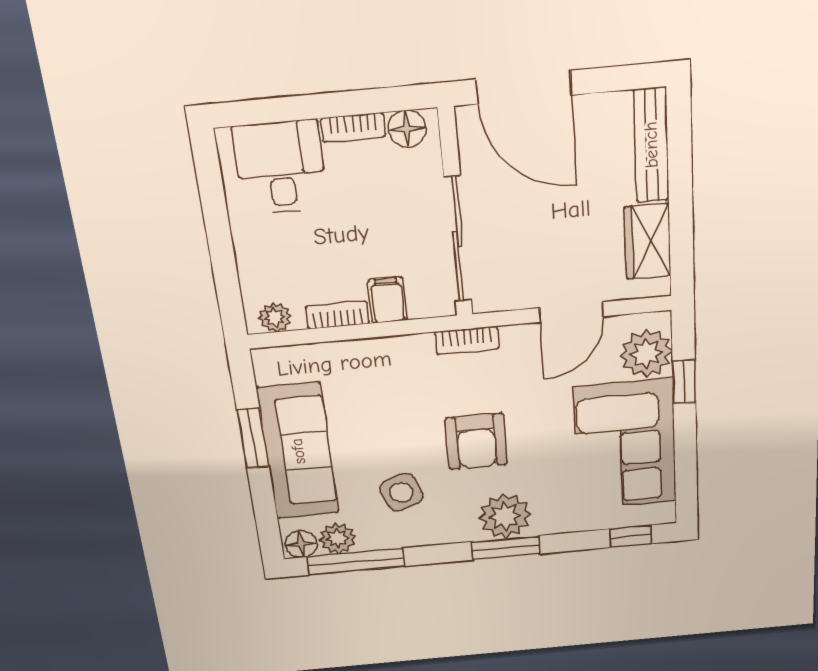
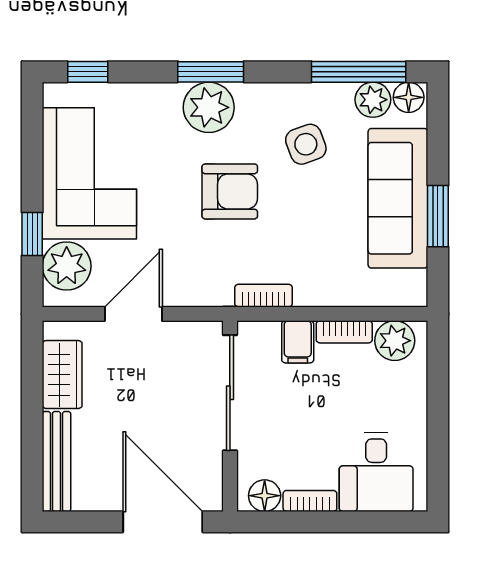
plant: (275, 317) -> (395, 341), width x1.38, depth x1.38
bookcase: (467, 340) -> (263, 296), moved
armchair: (476, 441) -> (230, 191), turned 90

